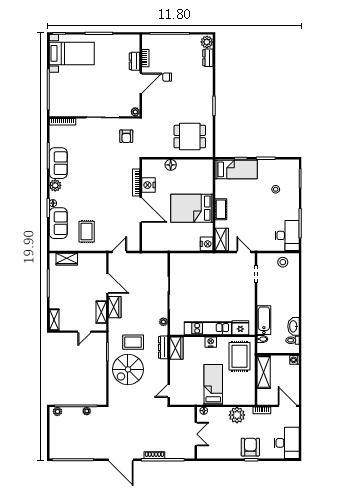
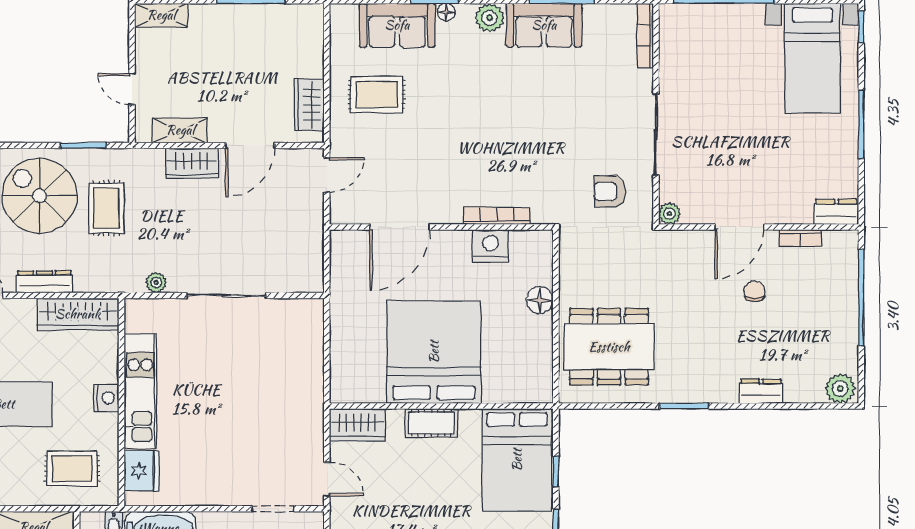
dresser: (208, 58) -> (761, 391), moved
dresser: (135, 61) -> (836, 212), moved
door: (141, 83) -> (739, 227), hinge flipped
dining table: (190, 137) -> (609, 347), width x1.38
bed: (236, 169) -> (517, 460), width x1.50
bed: (192, 208) -> (434, 352), width x1.36
door: (141, 210) -> (400, 227), moved
nightstand: (207, 244) -> (346, 388), removed
door: (119, 252) -> (327, 175), hinge flipped
door: (244, 252) -> (327, 479), hinge flipped
wardrobe: (67, 259) -> (309, 105), moved
dresser: (163, 347) -> (44, 282), moved
wardrobe: (176, 348) -> (78, 314), width x1.50
rug: (240, 356) -> (72, 469), width x0.73, depth x0.70

